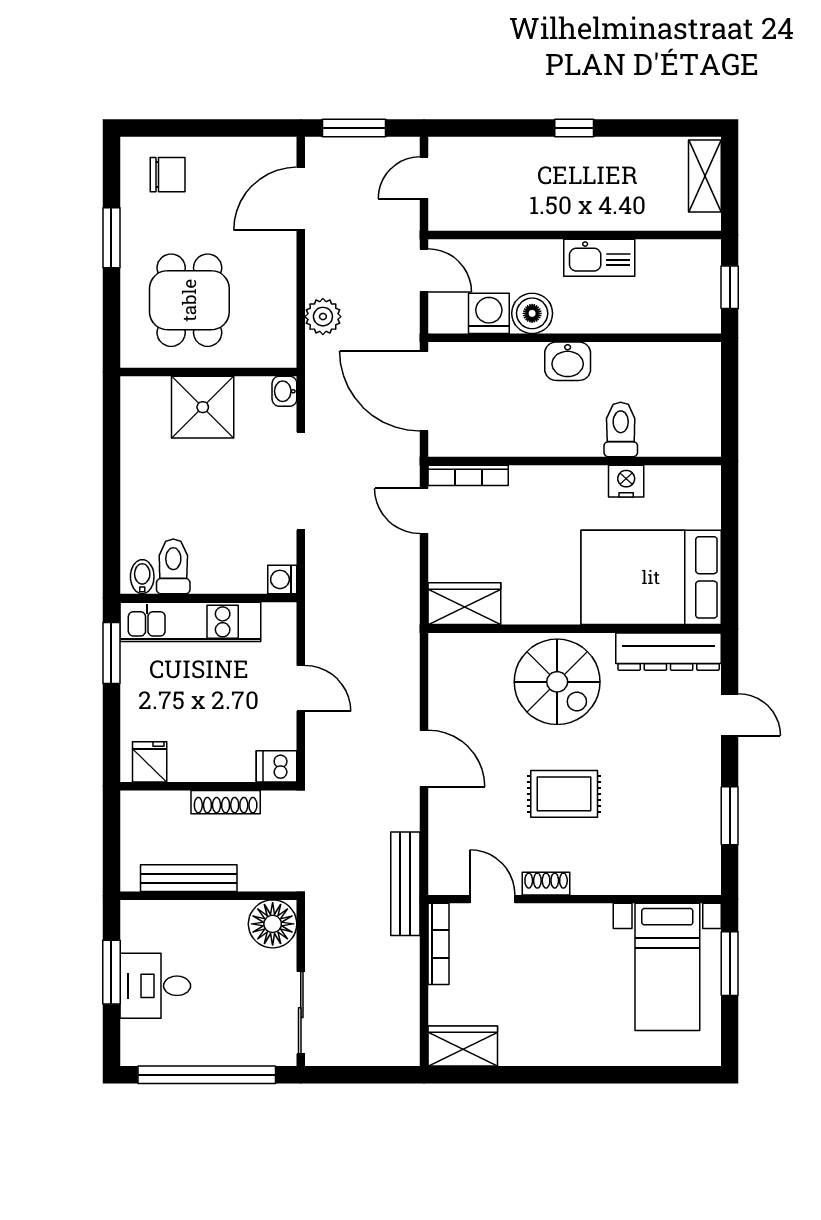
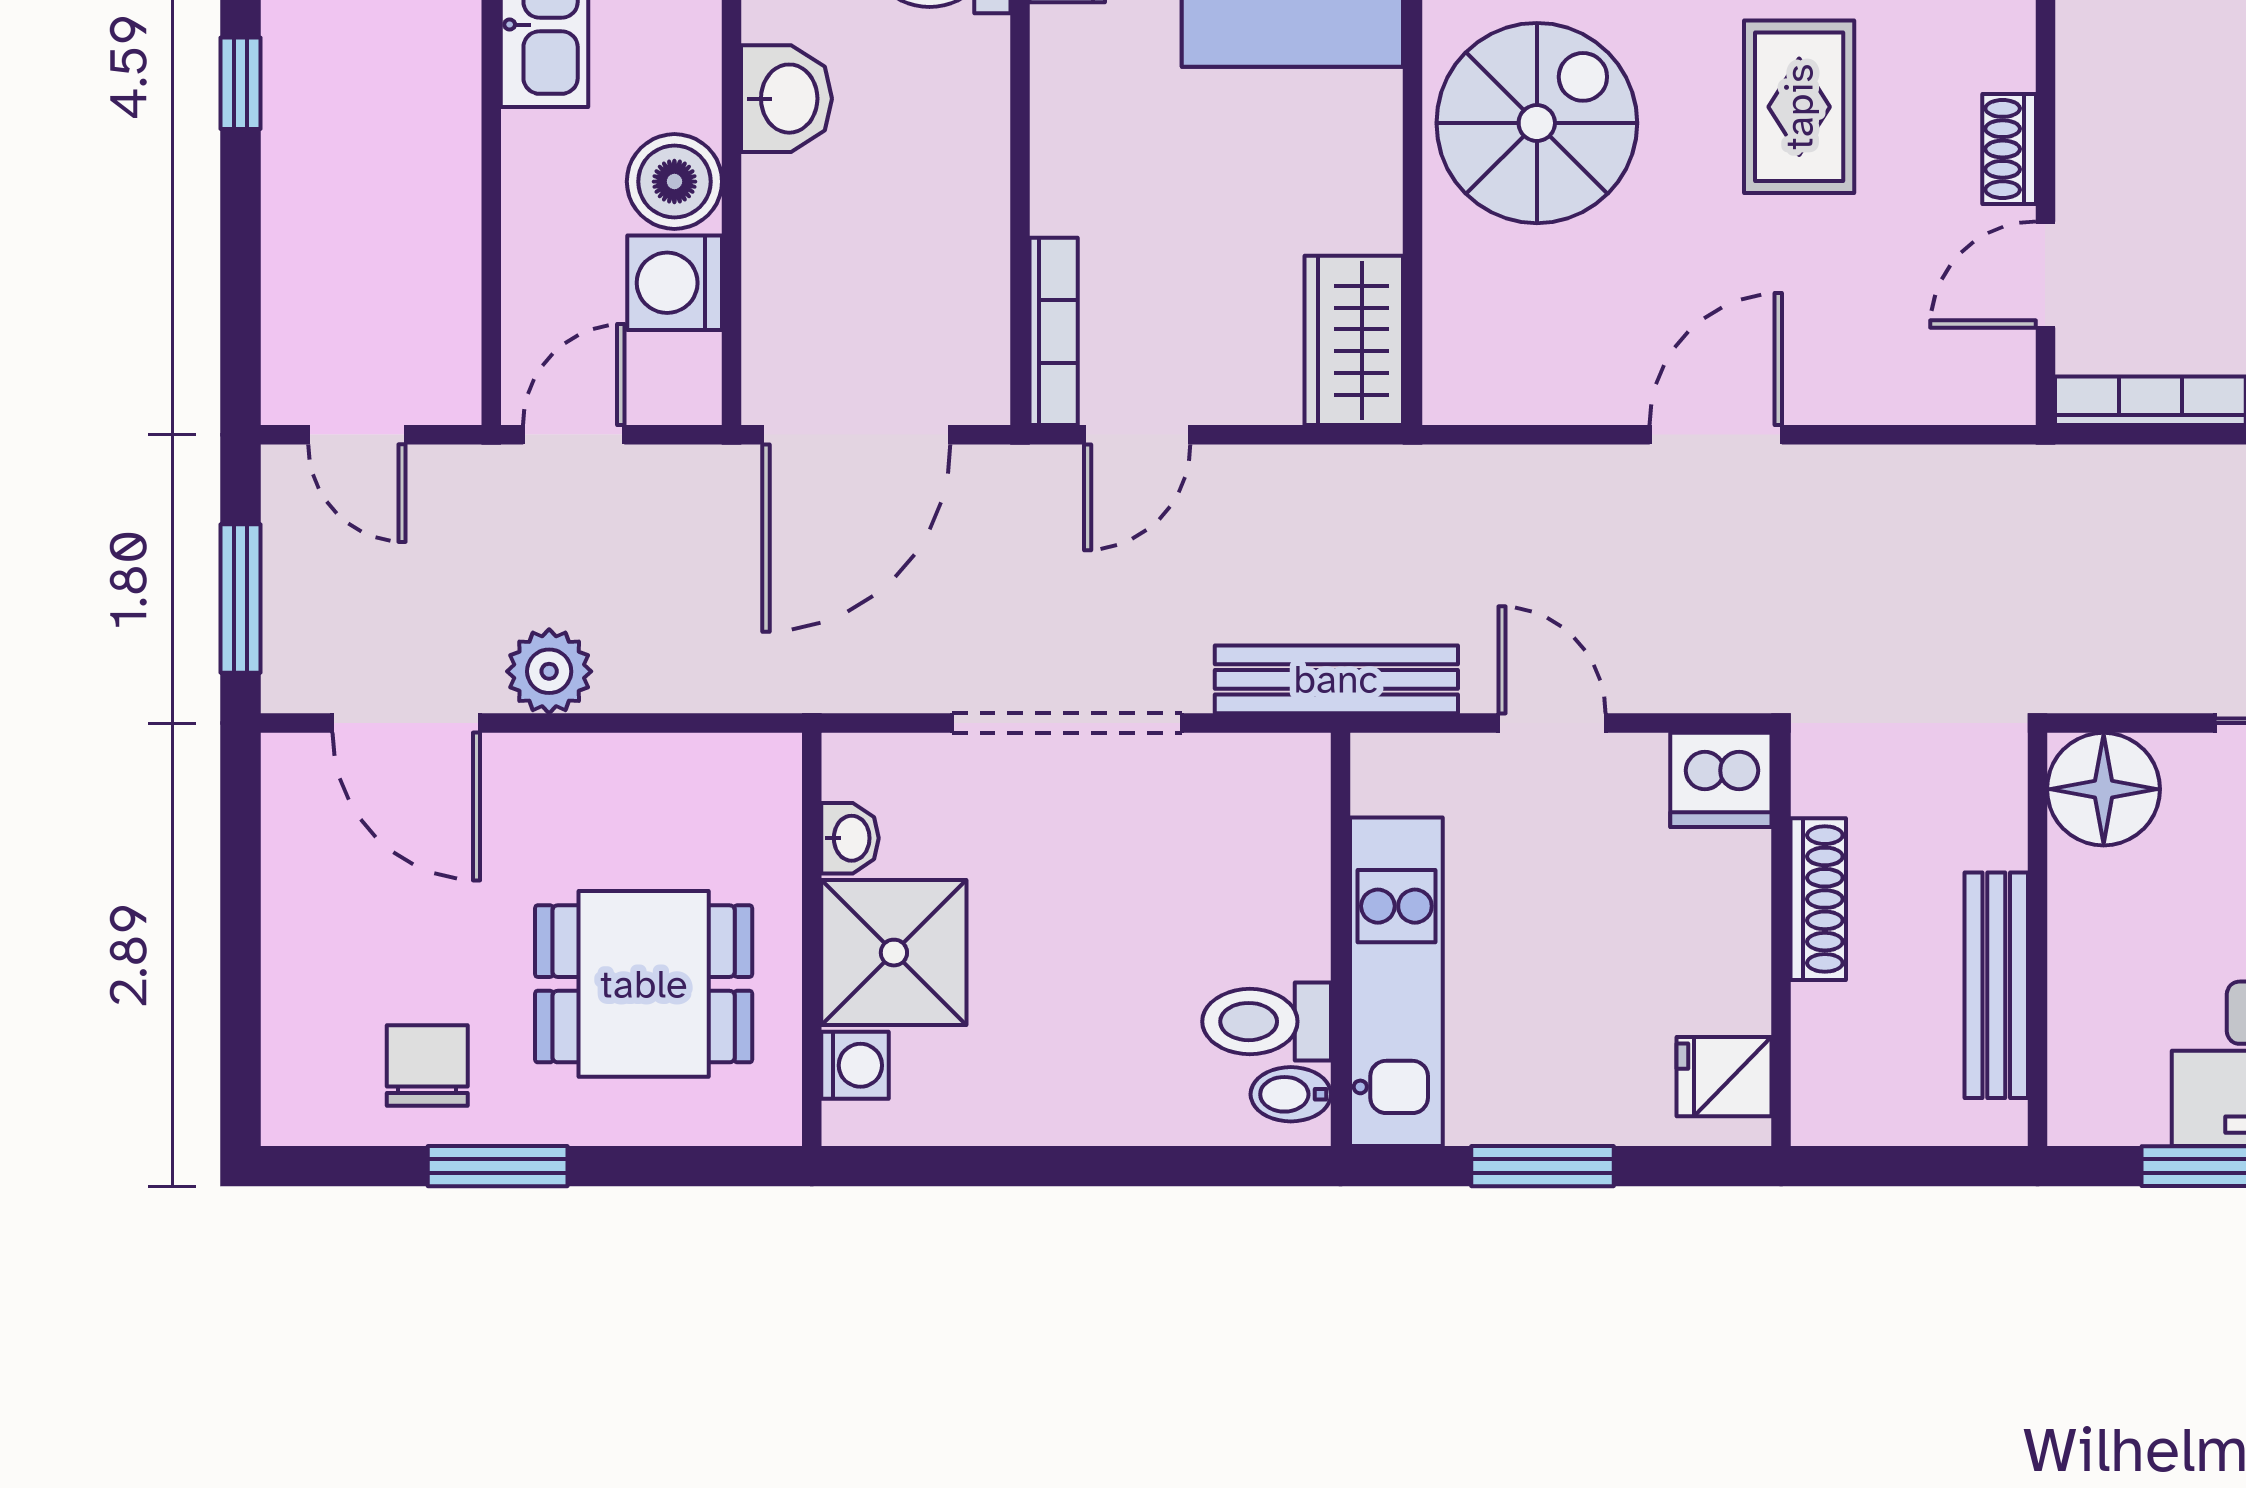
chair: (168, 175) -> (427, 1066), moved
plant: (323, 317) -> (549, 671), moved
washbasin: (284, 391) -> (850, 838), moved, turned -90
washing machine: (282, 579) -> (855, 1065), moved, turned -90
window: (111, 653) -> (1542, 1166), moved
door: (301, 688) -> (1552, 723), hinge flipped
dishwasher: (276, 766) -> (1721, 780), width x1.38
bench: (405, 884) -> (1336, 679), moved

